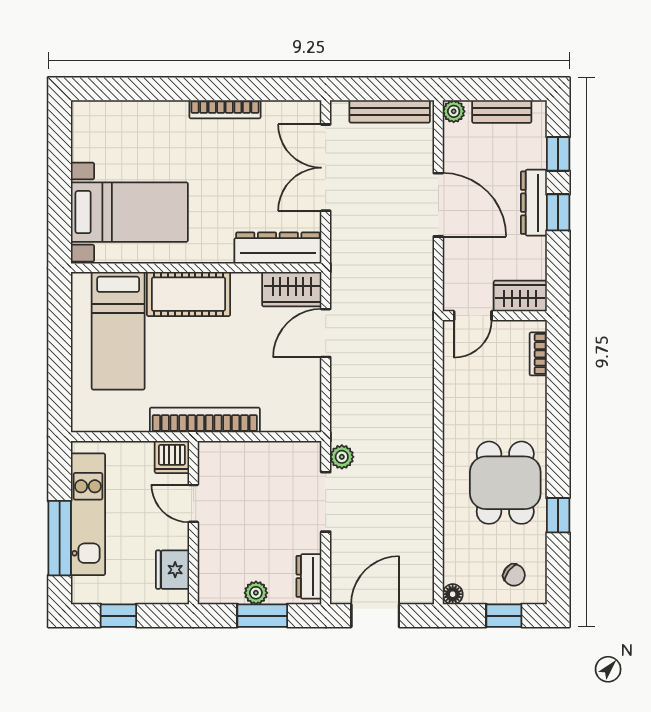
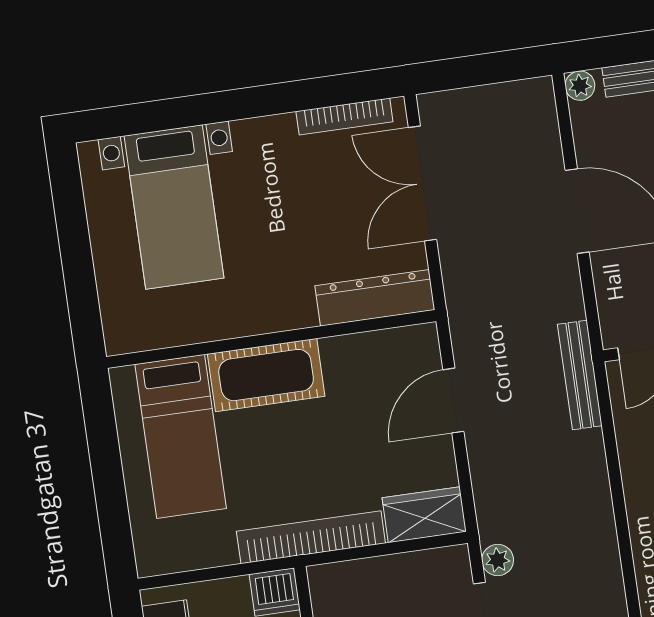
bookcase: (225, 109) -> (344, 116), moved
bench: (390, 111) -> (580, 375), moved, turned 90
bed with nightstands: (129, 212) -> (174, 207), moved, turned 90
wardrobe: (292, 289) -> (424, 515), moved, turned 180

